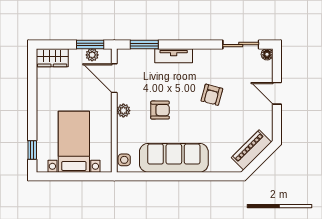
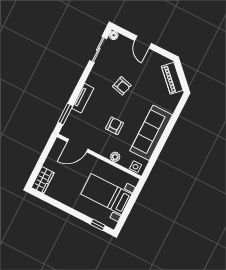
window: (90, 45) -> (47, 150), removed
plant: (92, 55) -> (54, 152), removed
door: (277, 93) -> (143, 42), hinge flipped
plant: (123, 111) -> (115, 157), moved

